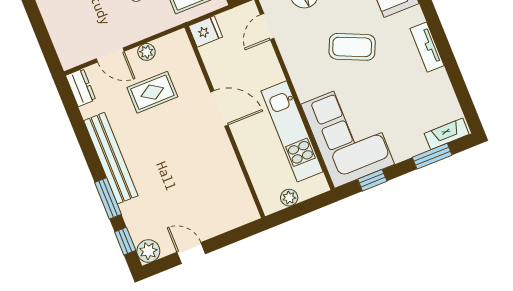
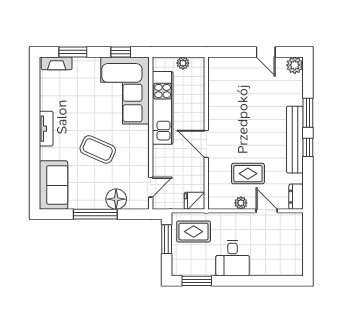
window: (125, 241) -> (308, 147), moved

